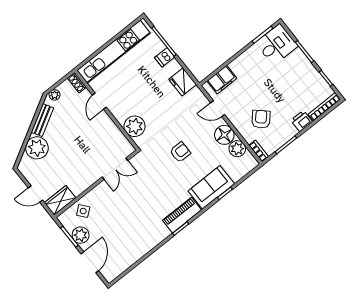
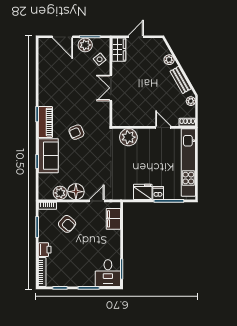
fridge: (183, 82) -> (143, 192), moved
plant: (37, 148) -> (169, 60), width x0.53, depth x0.53
armchair: (180, 152) -> (76, 132), moved, turned 67
double door: (115, 169) -> (111, 88), moved

